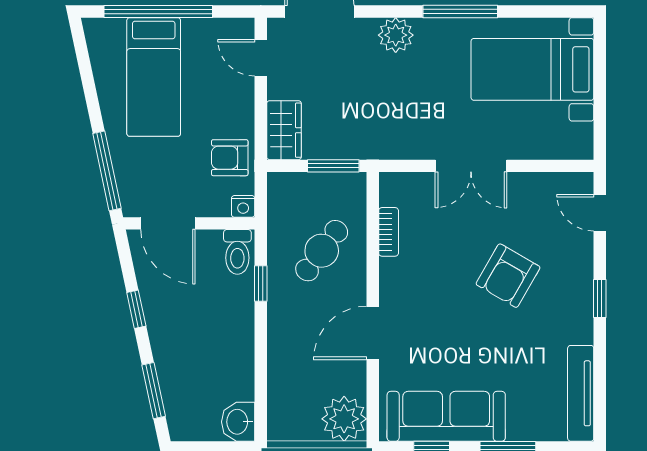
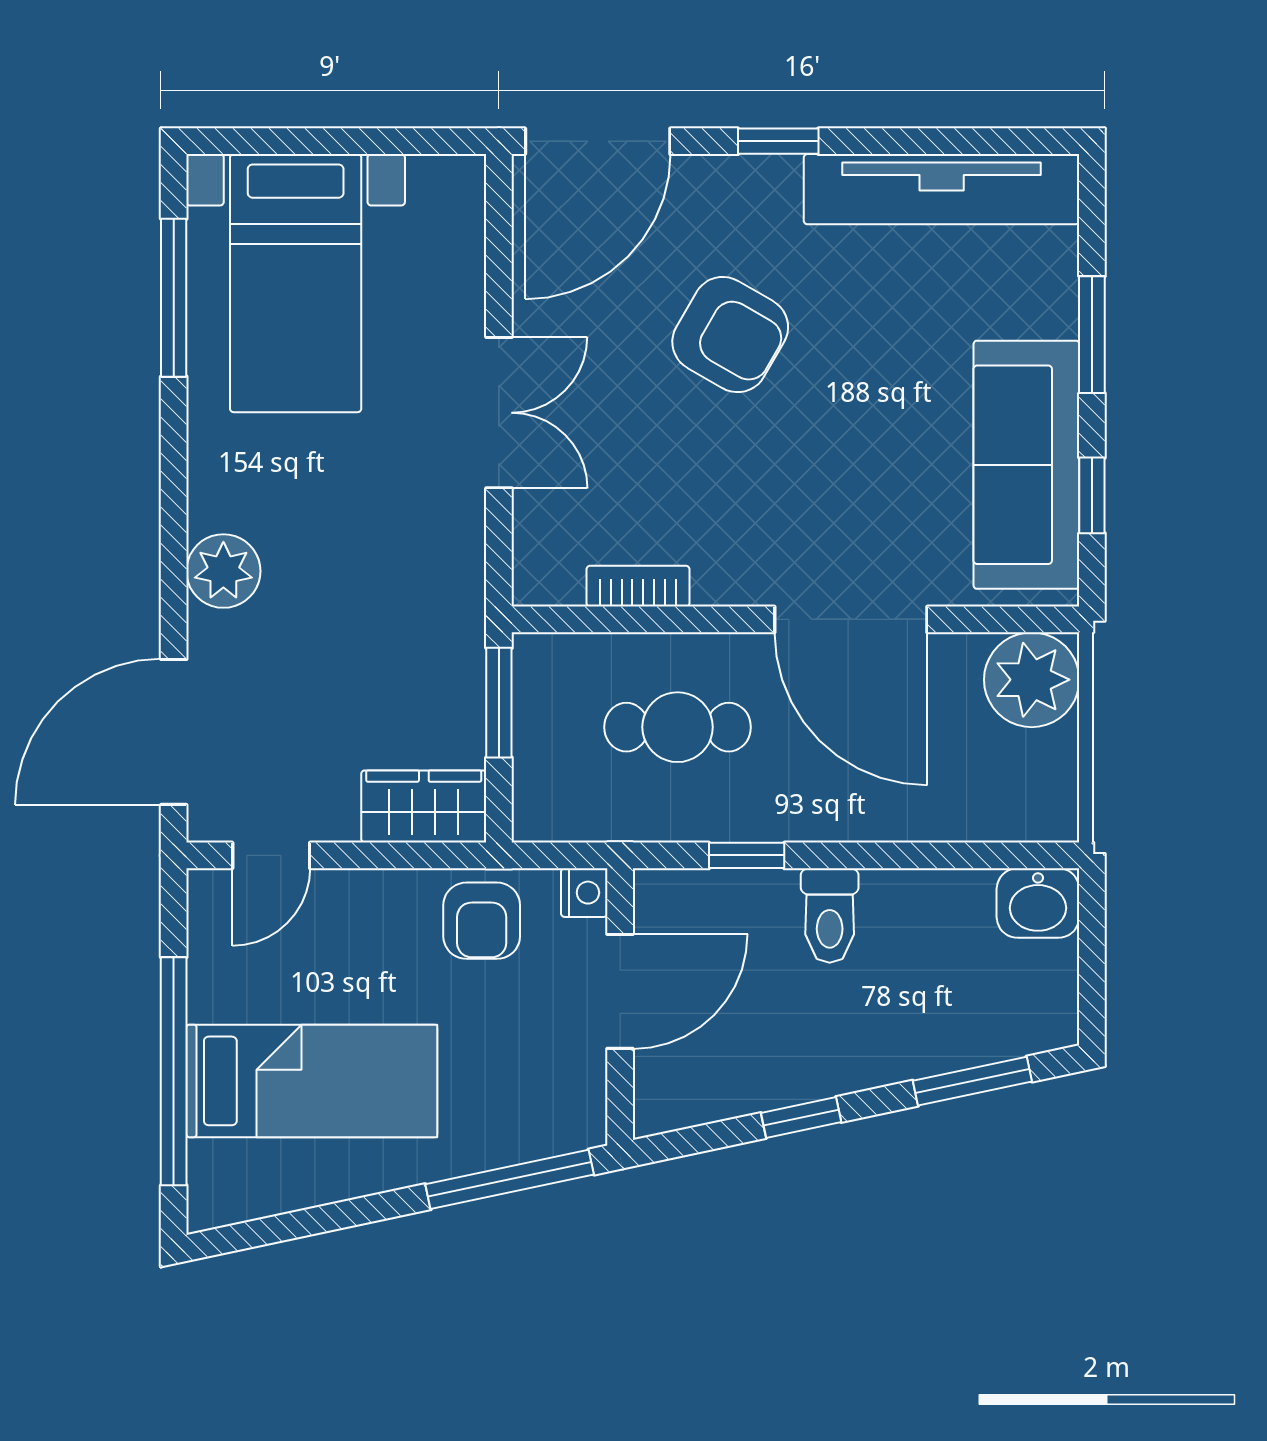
window: (460, 11) -> (174, 298), moved
door: (600, 213) -> (598, 141), width x1.88
door: (168, 223) -> (620, 991), moved
cafe table: (322, 251) -> (678, 727), turned -37
toilet: (237, 252) -> (830, 916), moved, turned 90
door: (373, 333) -> (851, 619), width x1.36
tv unit: (581, 393) -> (942, 189), width x1.36, depth x1.29

